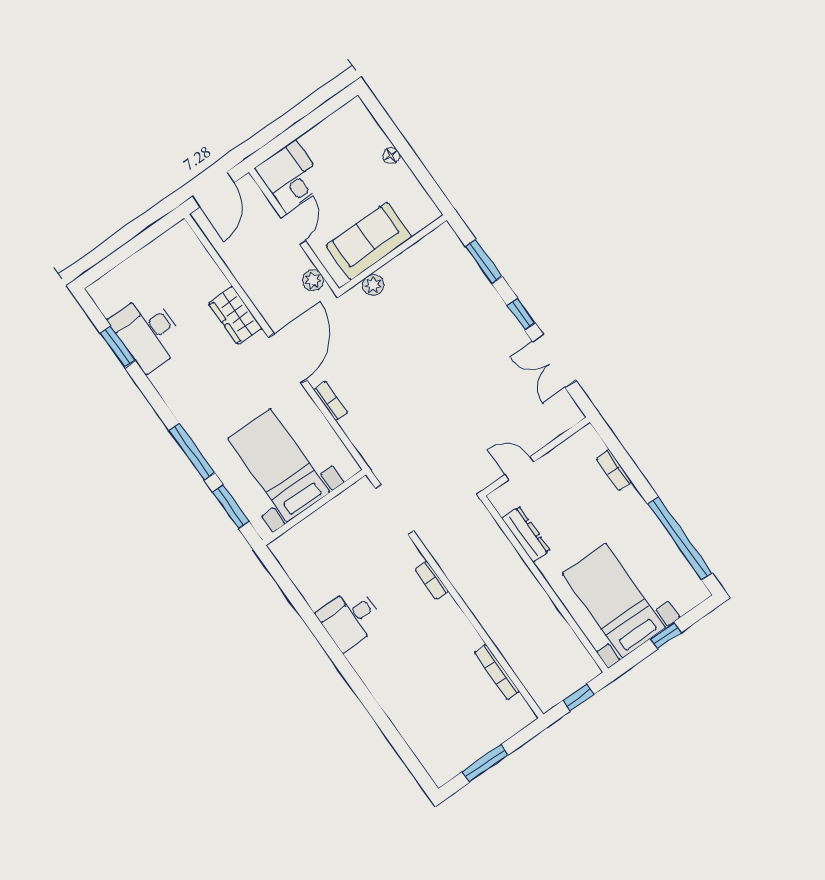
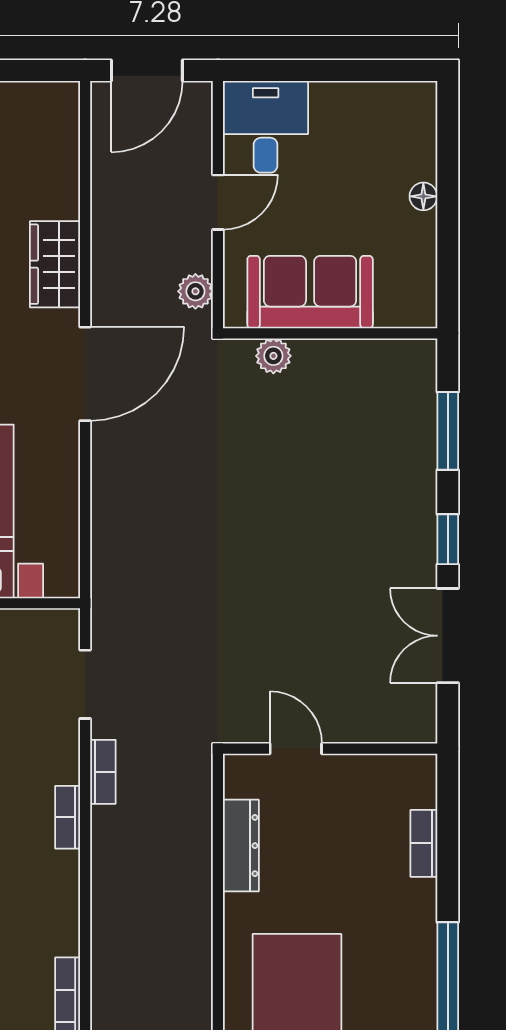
bookcase: (331, 401) -> (103, 772), moved
doorway: (395, 510) -> (85, 684), width x0.73

